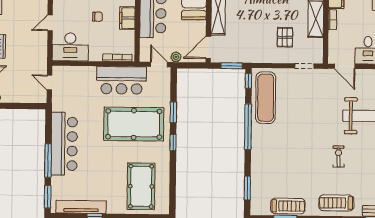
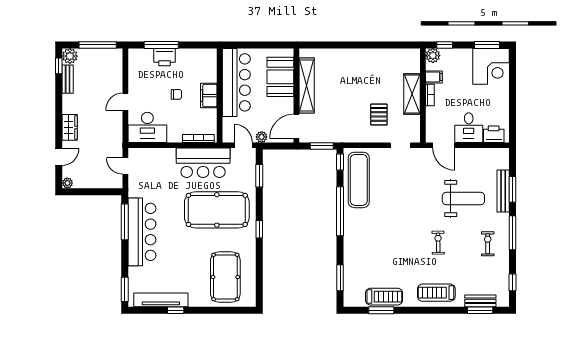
window: (173, 112) -> (259, 176), moved
window: (48, 160) -> (125, 222), moved

